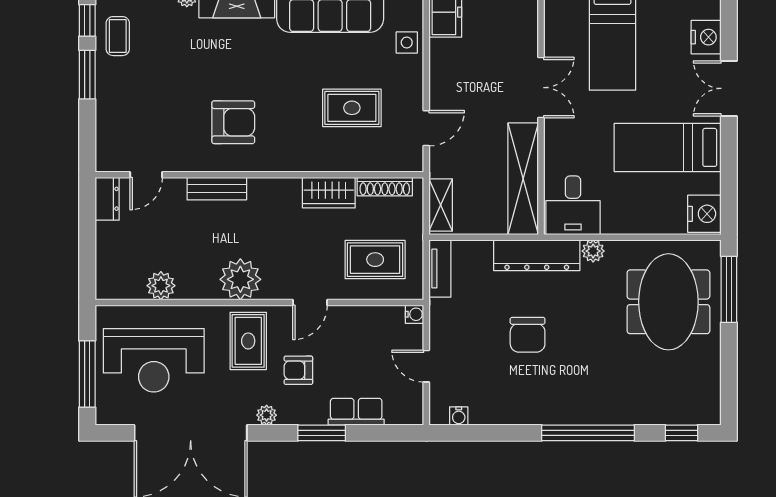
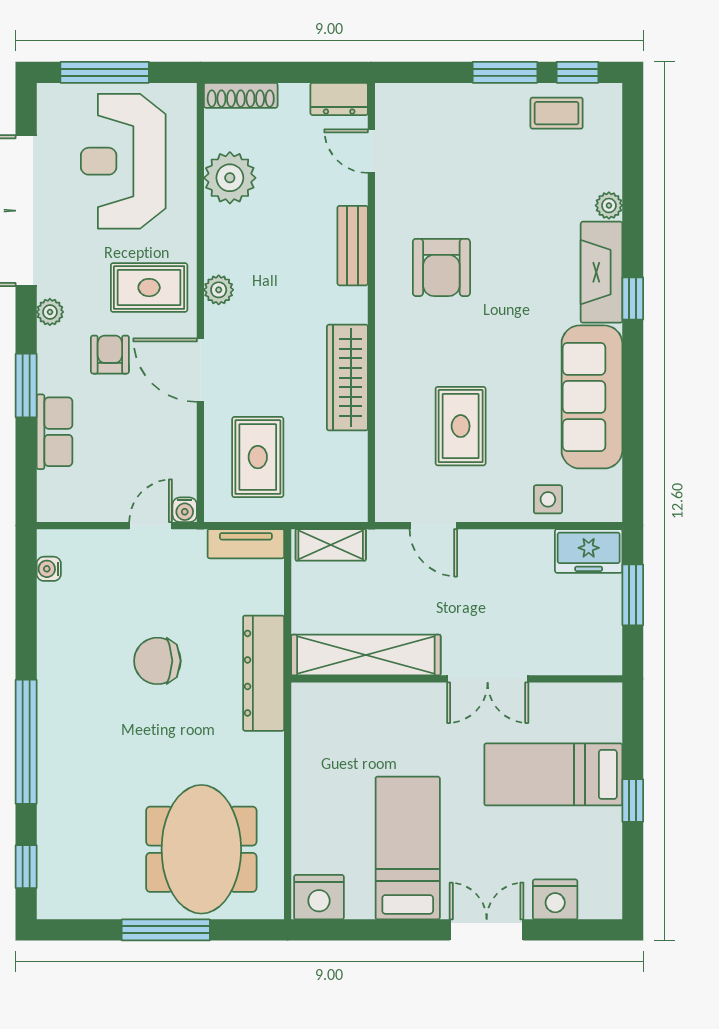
shoe rack: (385, 187) -> (241, 95), moved, turned -90
wardrobe: (329, 193) -> (347, 378), width x1.50
desk: (573, 205) -> (330, 722), removed
plant: (593, 251) -> (269, 749), removed
plant: (240, 279) -> (219, 290), width x0.53, depth x0.53
plant: (161, 286) -> (230, 178), width x1.36, depth x1.36
window: (729, 289) -> (166, 930), moved
door: (310, 302) -> (200, 370), width x1.38
meeting table: (668, 302) -> (201, 849), turned 90
door: (426, 366) -> (151, 526), moved

